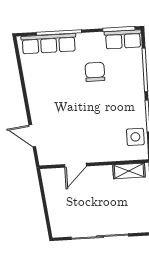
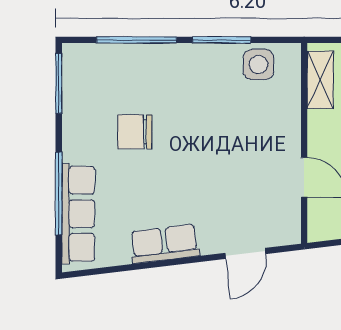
row of seats: (123, 39) -> (164, 244), moved, turned -97

